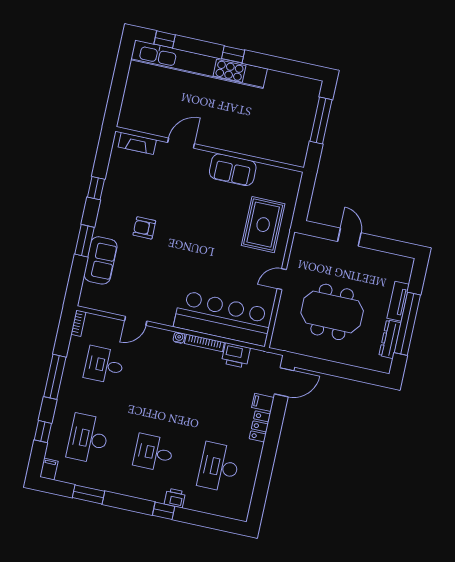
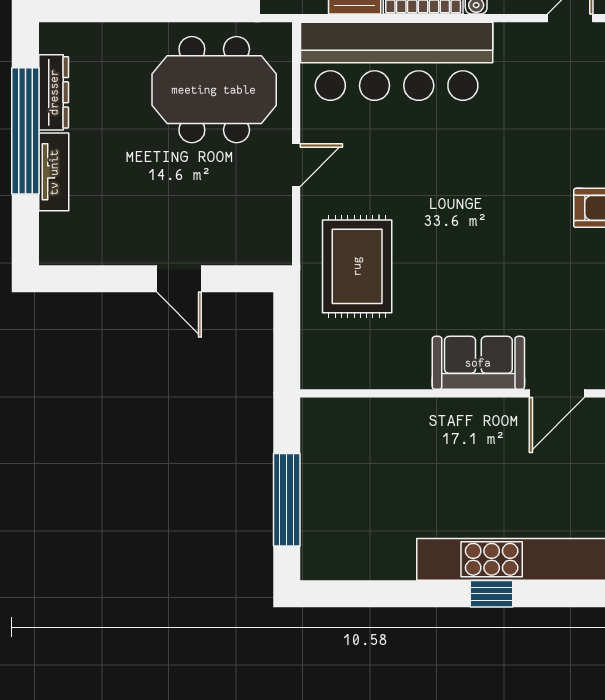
sofa: (233, 170) -> (478, 363), moved
meeting table: (332, 312) -> (214, 90), moved

